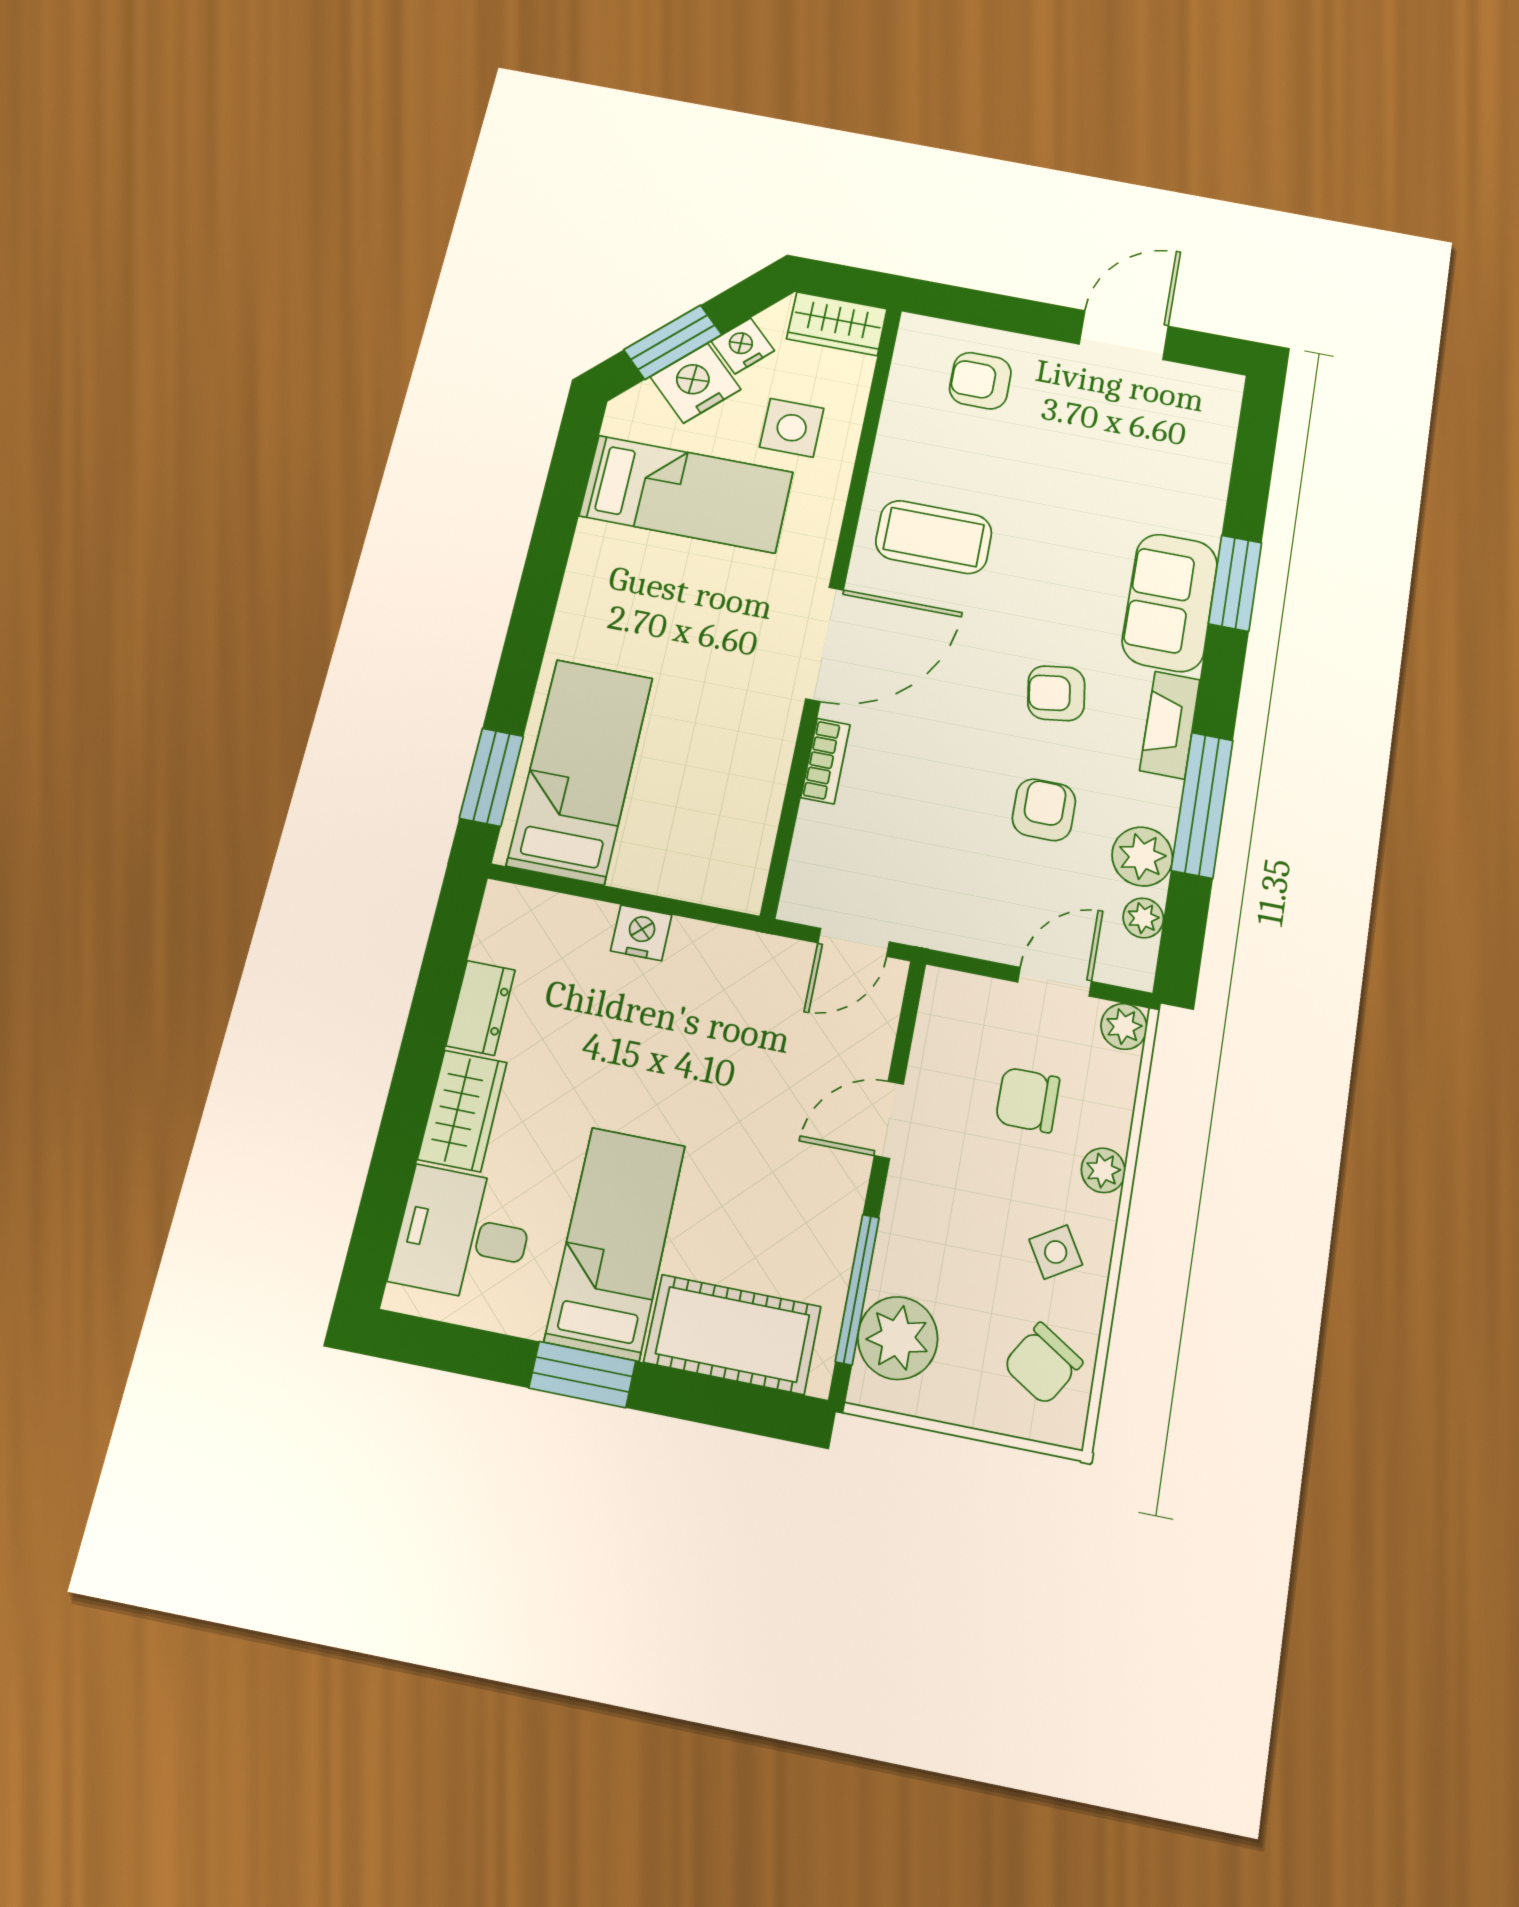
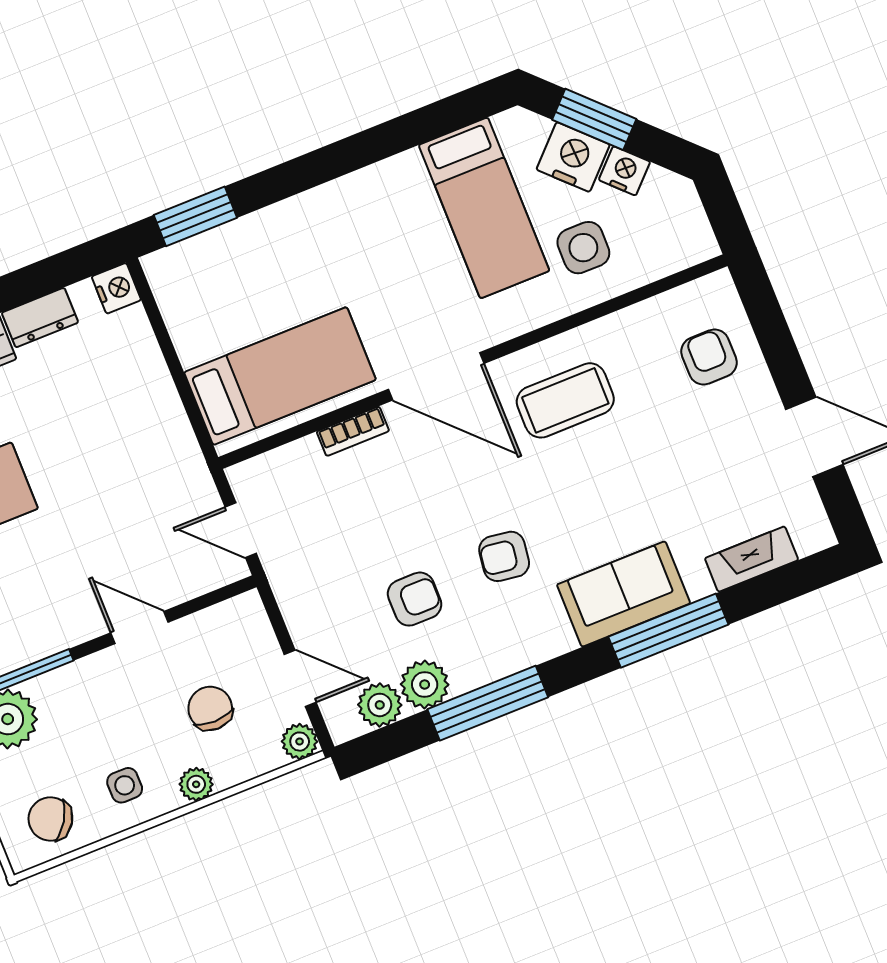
wardrobe: (837, 324) -> (687, 226), removed
coffee table: (934, 537) -> (565, 400), turned 90
window: (1235, 583) -> (668, 631), width x1.44
armchair: (1056, 693) -> (504, 556), turned -74
fireplace: (1170, 725) -> (752, 559), moved
bed: (580, 771) -> (280, 376), moved
plant: (1143, 918) -> (380, 705), width x1.38, depth x1.38
nightstand: (641, 933) -> (116, 288), moved
side table: (1056, 1252) -> (125, 785), turned 31

